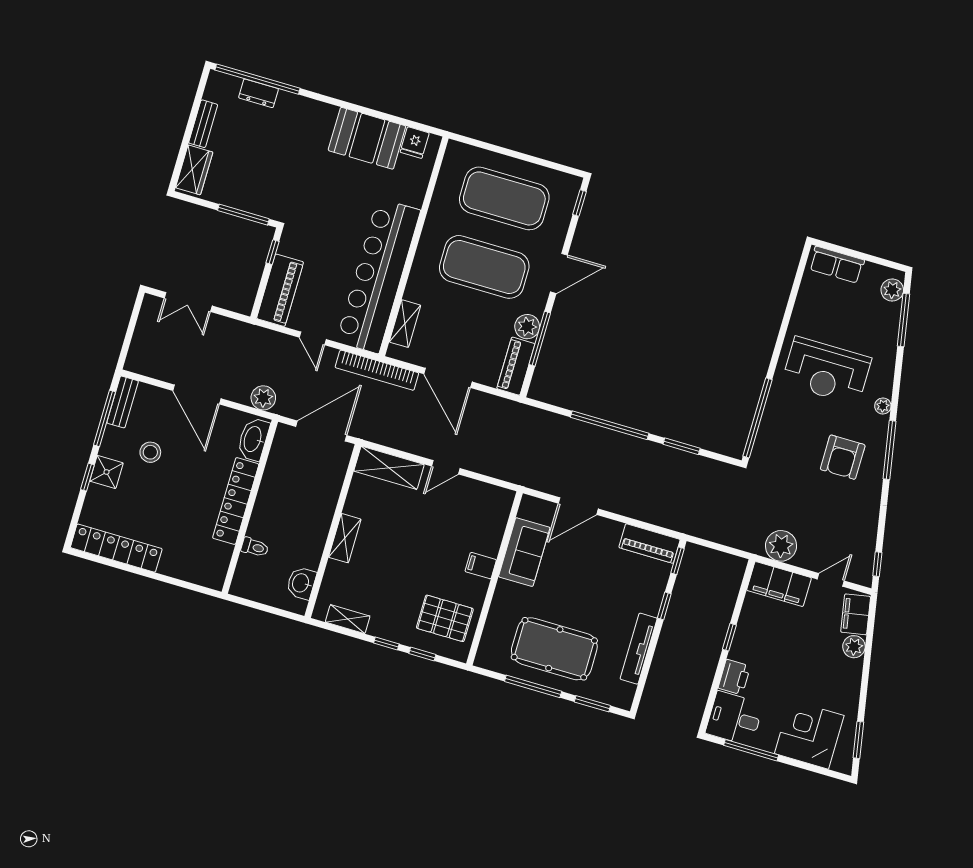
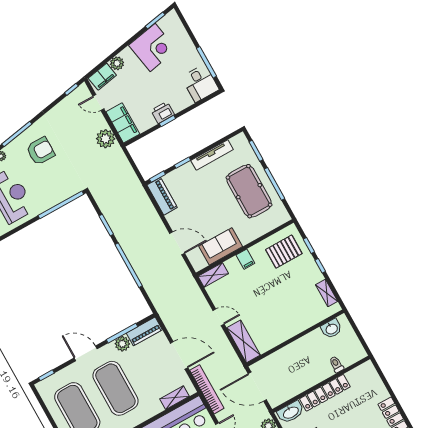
door: (448, 378) -> (179, 355), hinge flipped
shelving: (345, 538) -> (213, 275), moved
pallet: (445, 618) -> (284, 252), turned 90
printer: (734, 677) -> (163, 112), moved
corner desk: (809, 734) -> (153, 47), moved, turned -100

